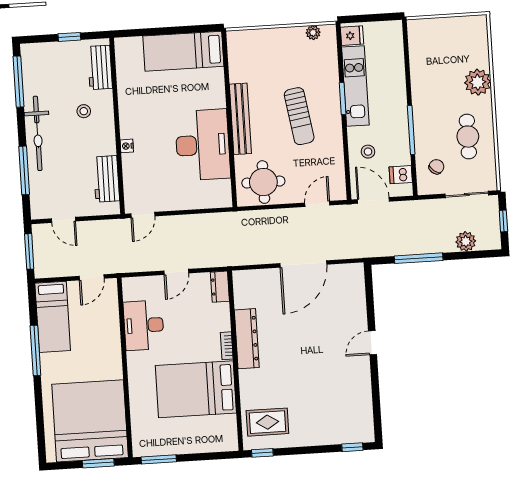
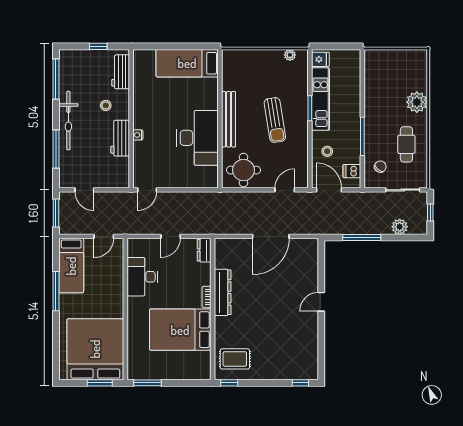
workbench: (106, 179) -> (120, 138), moved

